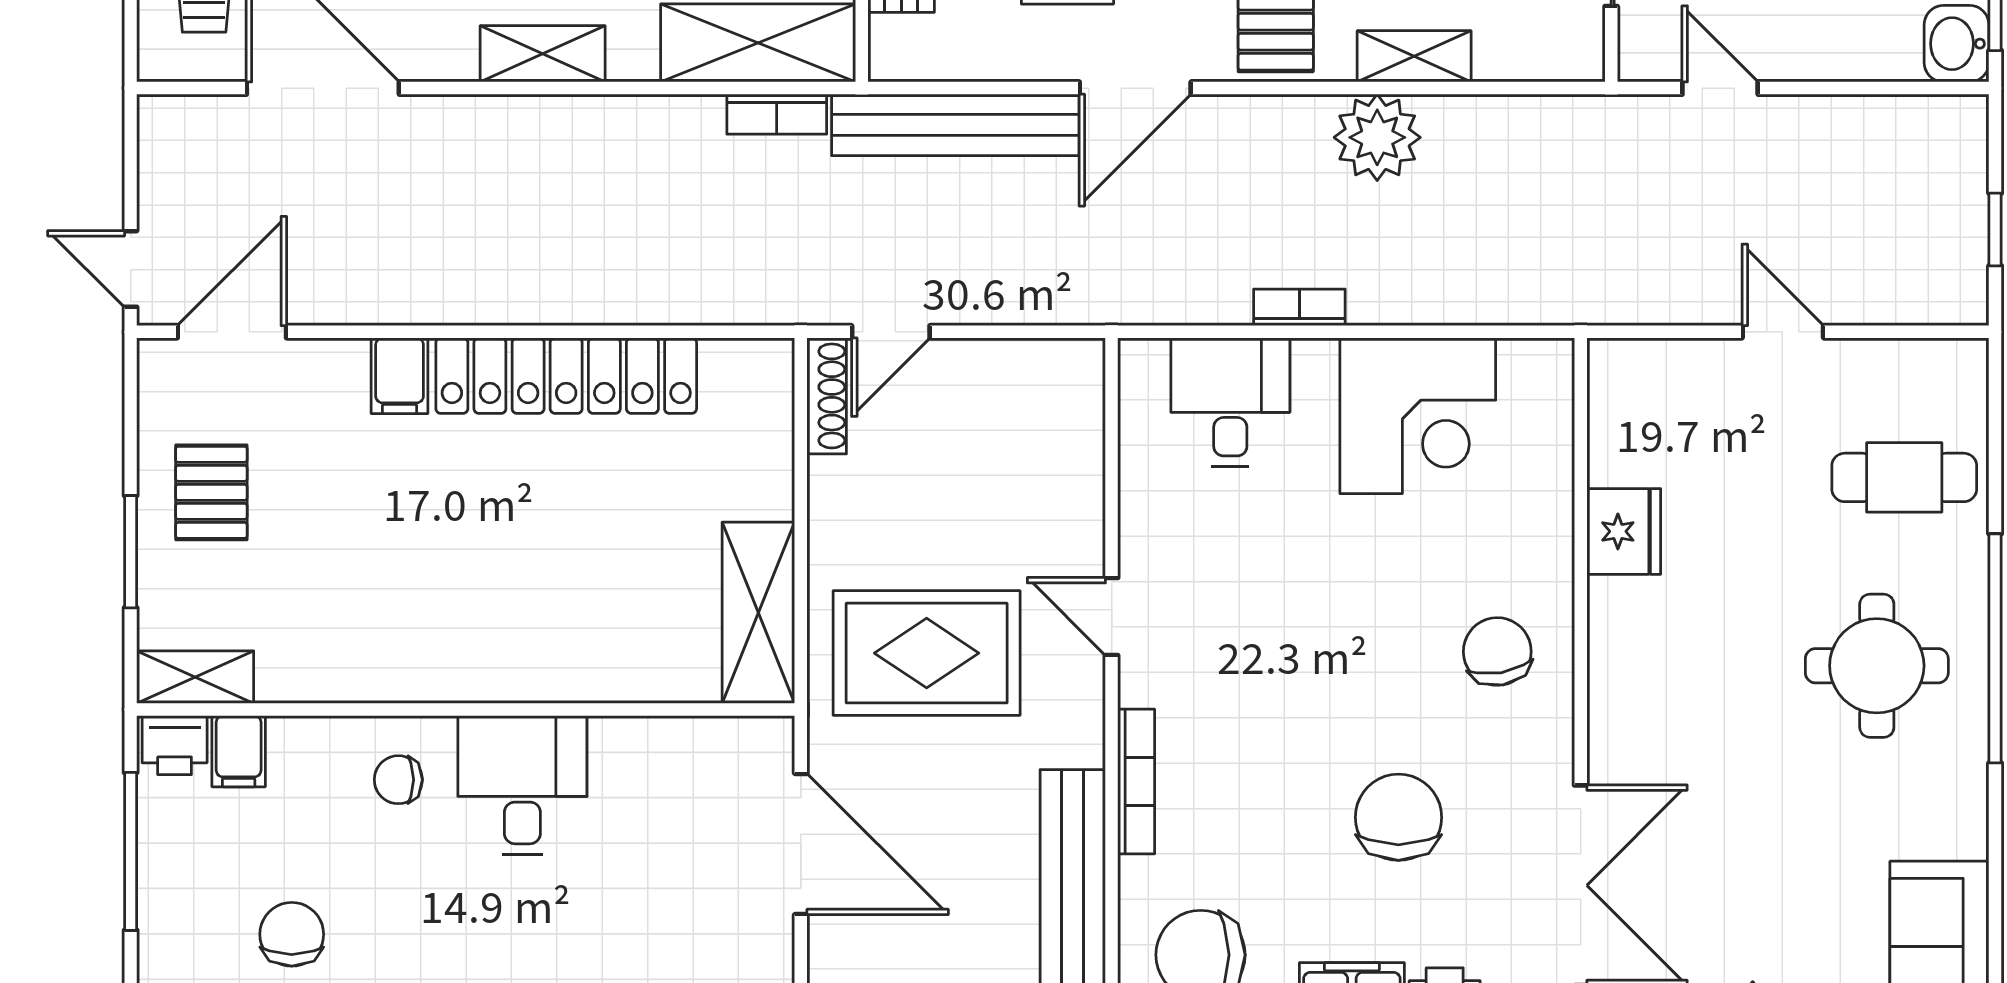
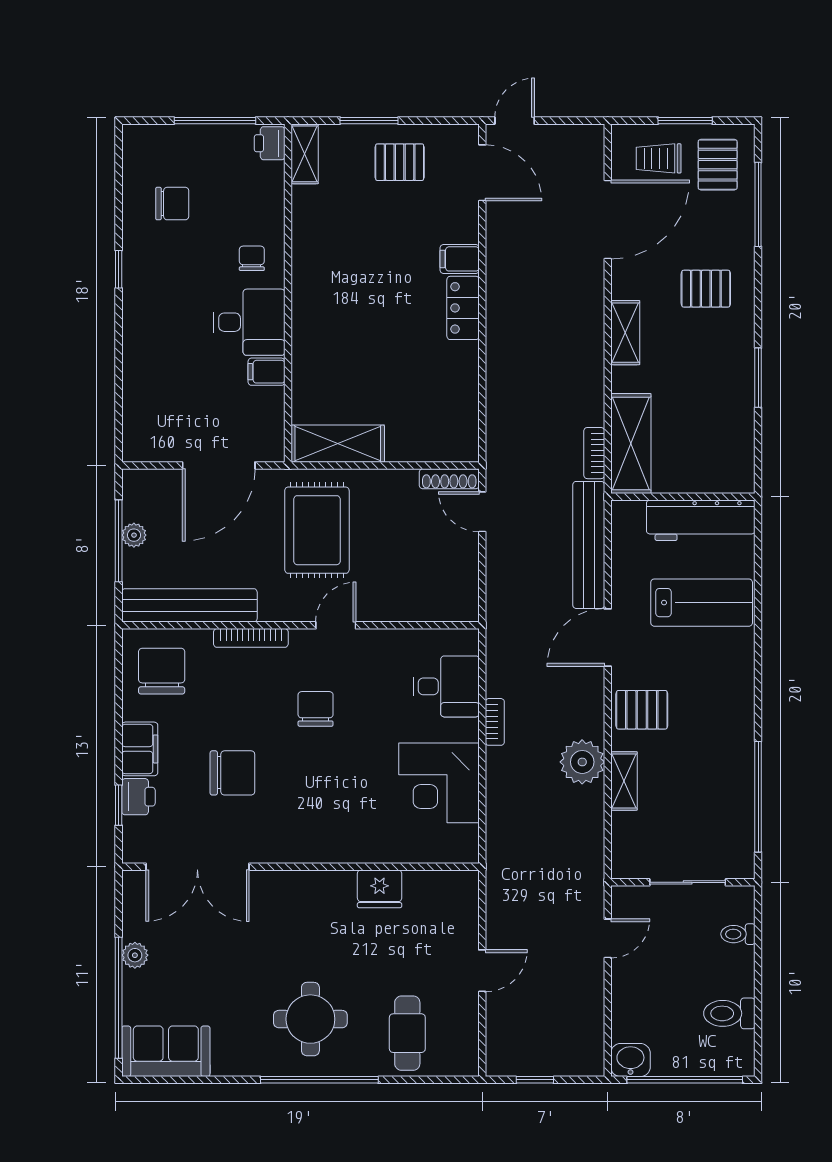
door: (1135, 88) -> (608, 637), hinge flipped
locker: (566, 376) -> (463, 308), width x0.46, depth x0.83
chair: (1497, 652) -> (316, 709), moved, turned -80
filing cabinet: (239, 751) -> (266, 372), moved

